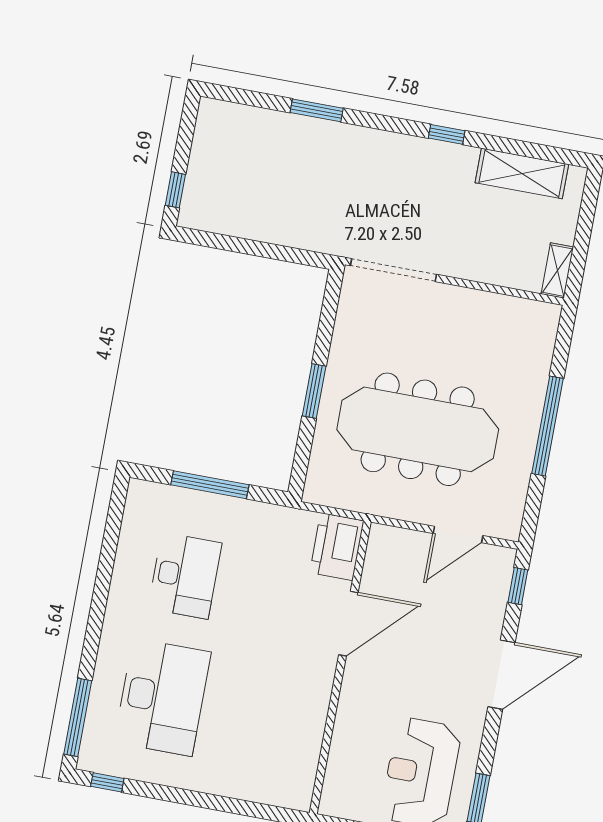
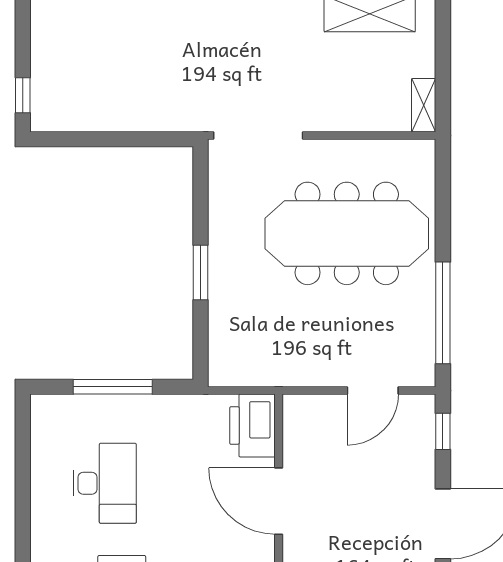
window: (548, 426) -> (443, 313), moved
meeting table: (418, 429) -> (347, 233), moved
door: (348, 624) -> (279, 501), swing flipped

